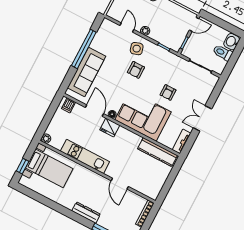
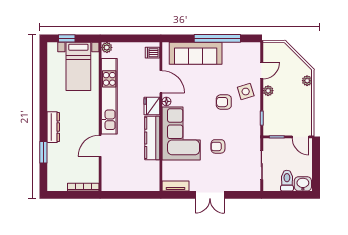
door: (95, 111) -> (161, 82), hinge flipped
double door: (202, 118) -> (210, 195), swing flipped
kitchen counter: (158, 152) -> (152, 138), moved
kitchen unit: (85, 157) -> (109, 96), width x1.36

